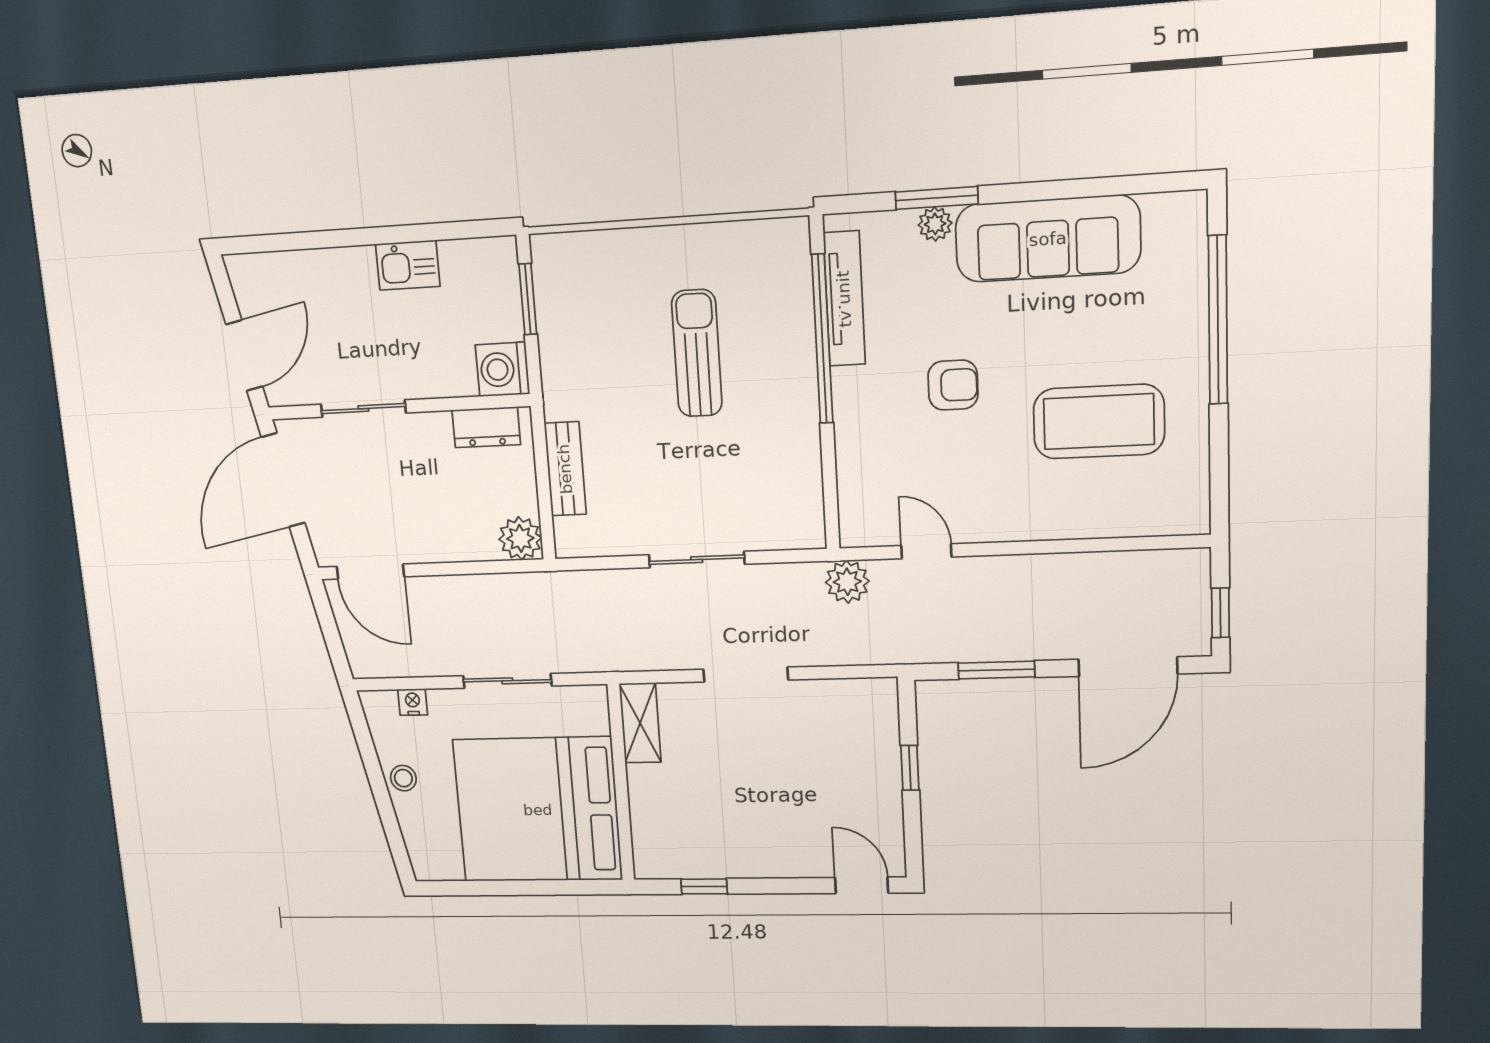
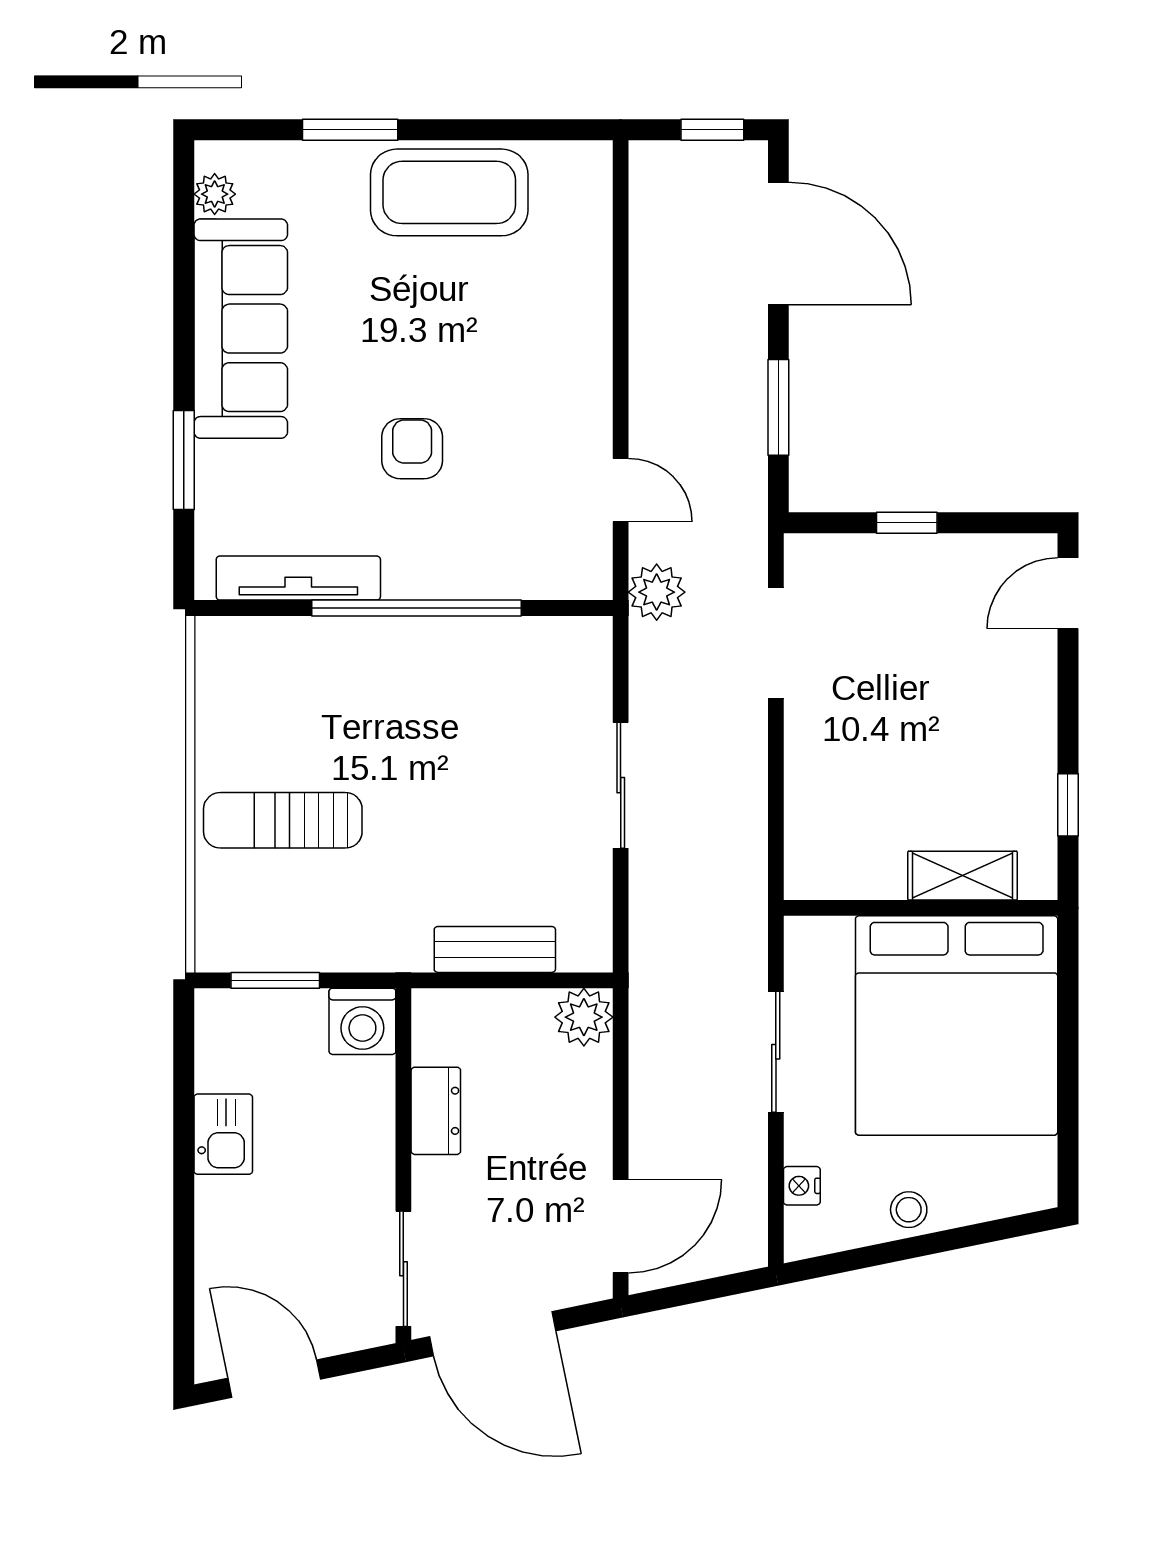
plant: (935, 224) -> (215, 194), moved
window: (1218, 320) -> (350, 130), width x0.47
window: (822, 339) -> (417, 608), moved
sun lounger: (697, 353) -> (283, 820), moved
door: (244, 355) -> (274, 1379), moved
sliding door: (363, 409) -> (403, 1269), moved
coffee table: (1099, 422) -> (449, 192), moved, turned 90
dresser: (486, 427) -> (436, 1111), moved
door: (926, 551) -> (621, 490), swing flipped
doorway: (746, 675) -> (776, 643), moved
shelving: (640, 723) -> (963, 876), moved

